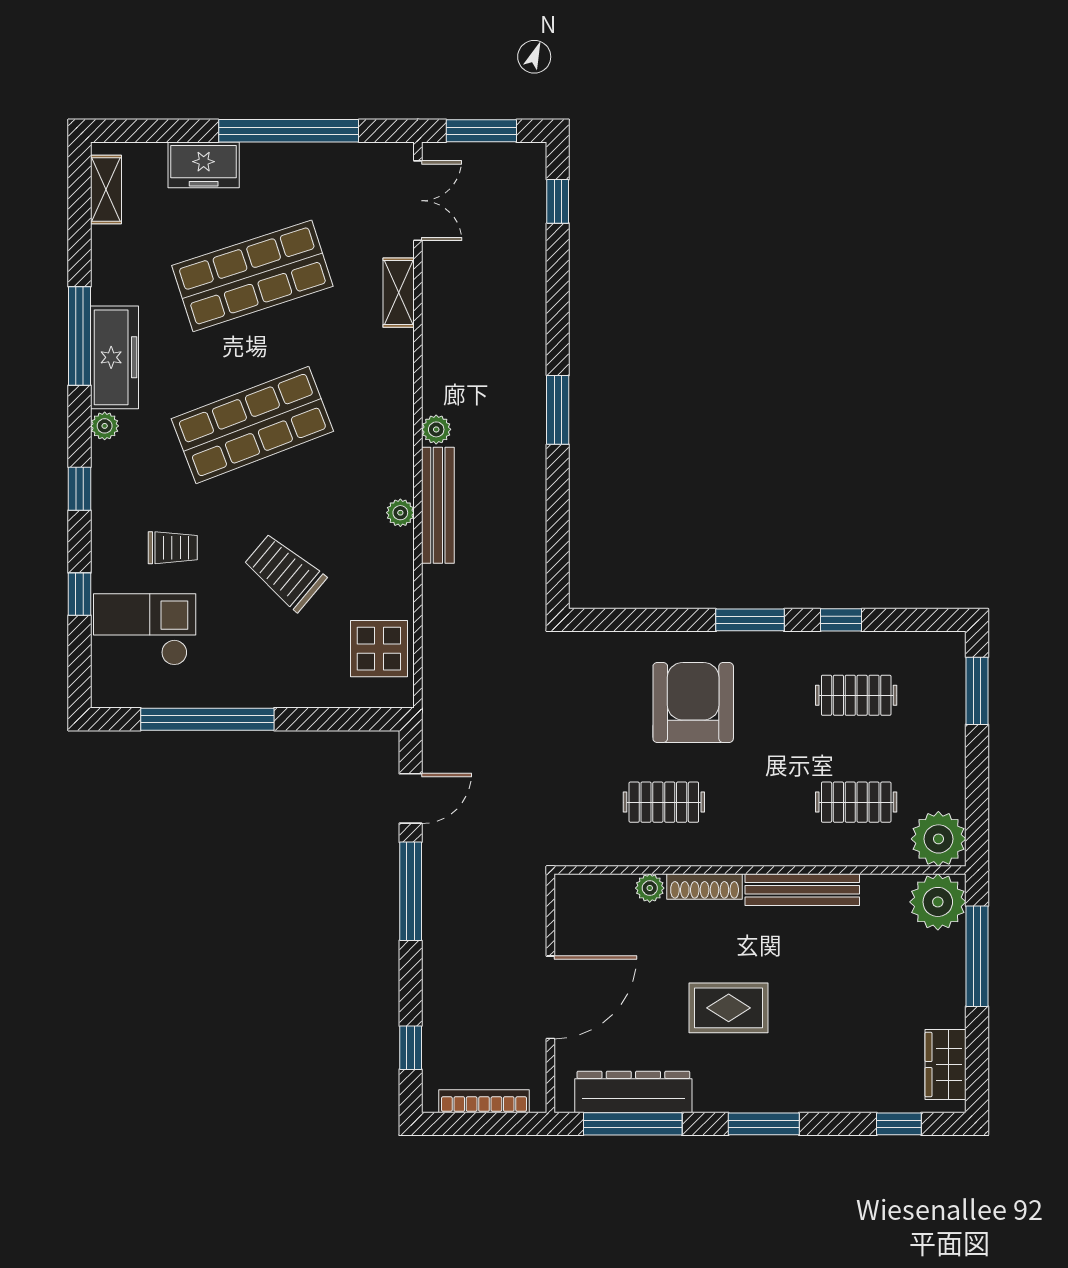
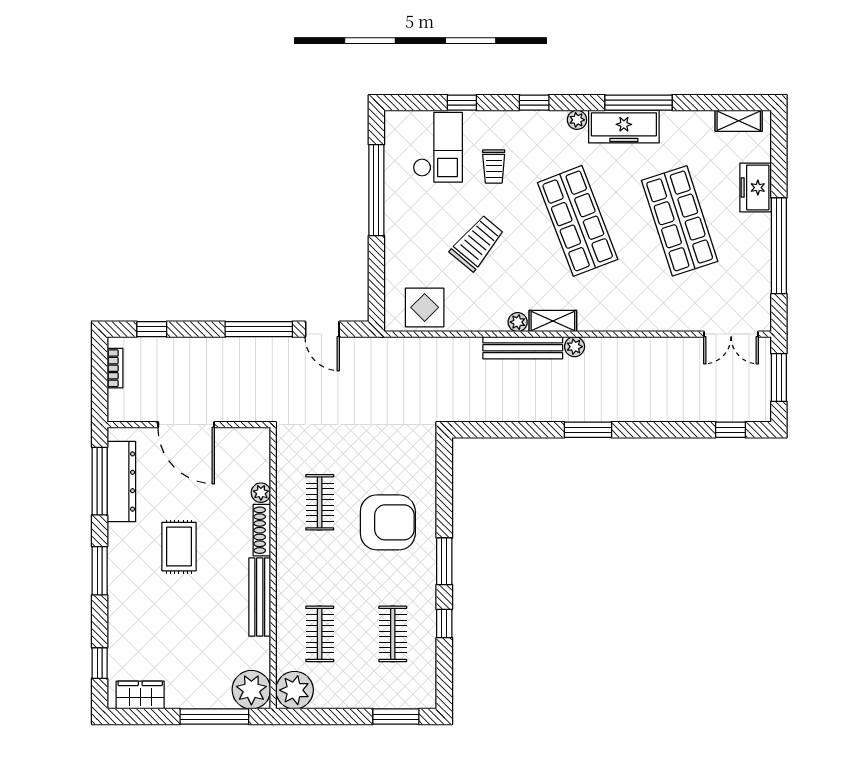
shelving: (399, 293) -> (553, 321), moved
bookcase: (484, 1101) -> (115, 368), width x0.64

